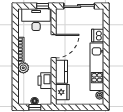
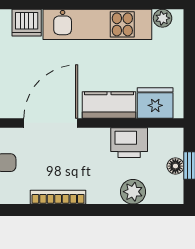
door: (54, 46) -> (51, 123), hinge flipped
plant: (23, 68) -> (133, 192), moved

